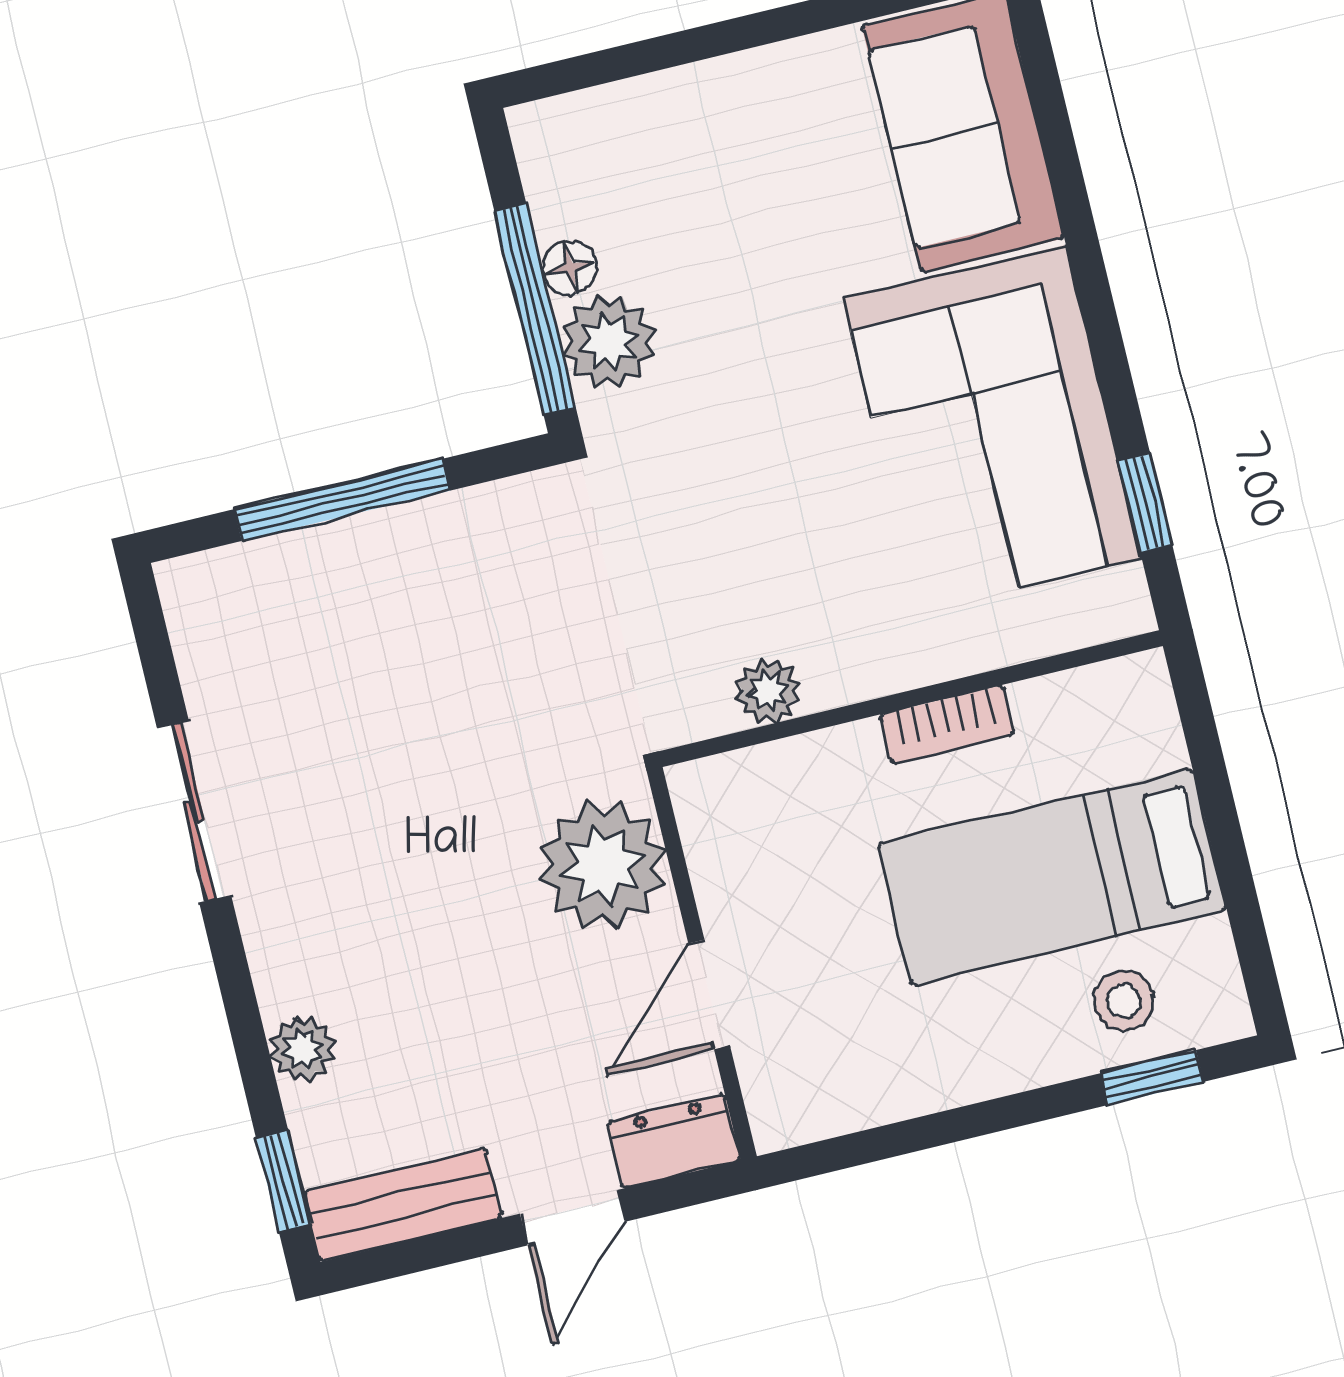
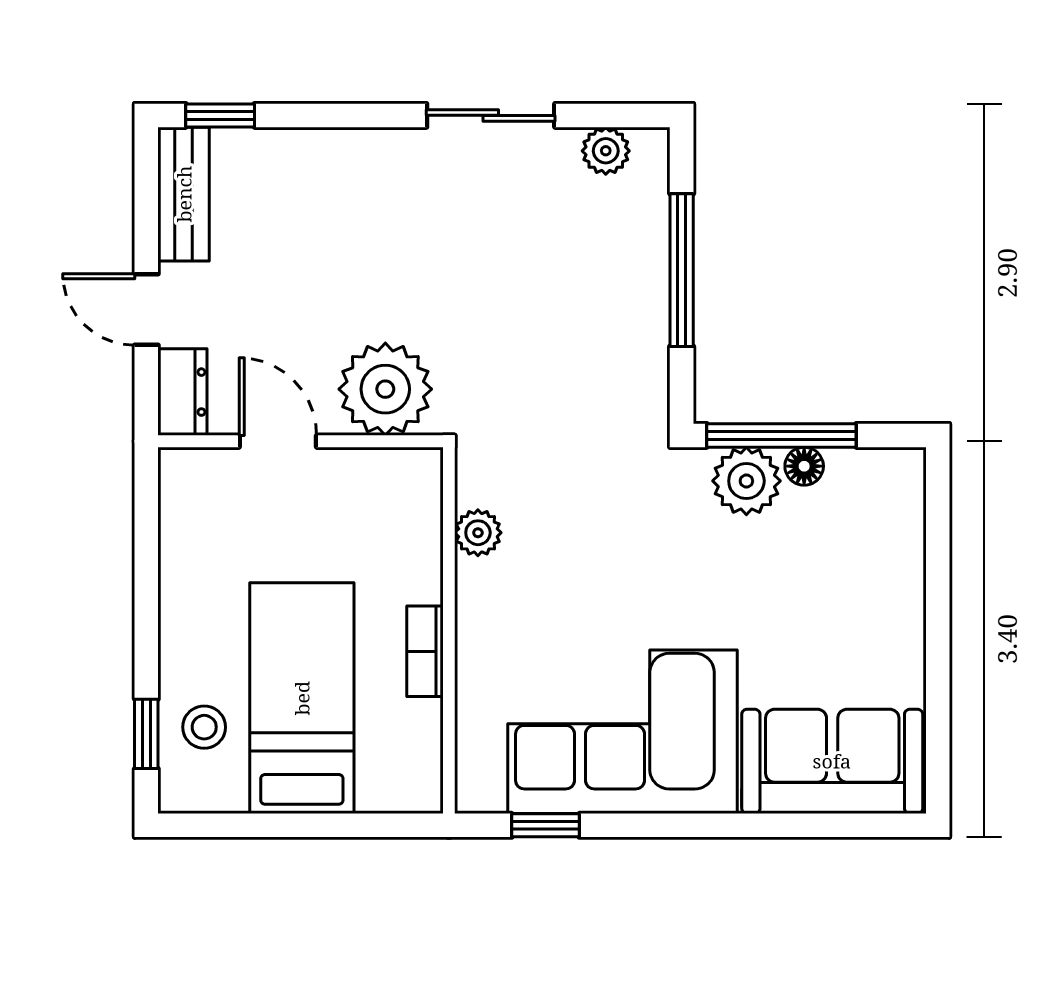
plant: (303, 1049) -> (606, 151), moved

